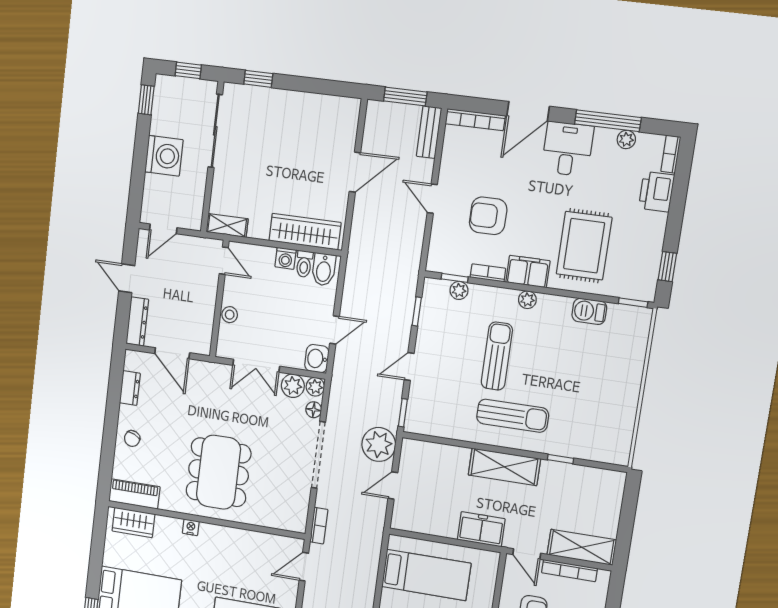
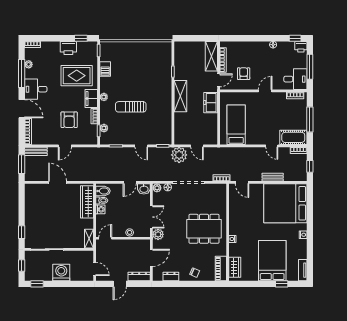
printer: (656, 192) -> (68, 48), moved
door: (335, 330) -> (130, 182), swing flipped
plant: (293, 386) -> (158, 234), moved
sun lounger: (513, 416) -> (157, 96), removed

